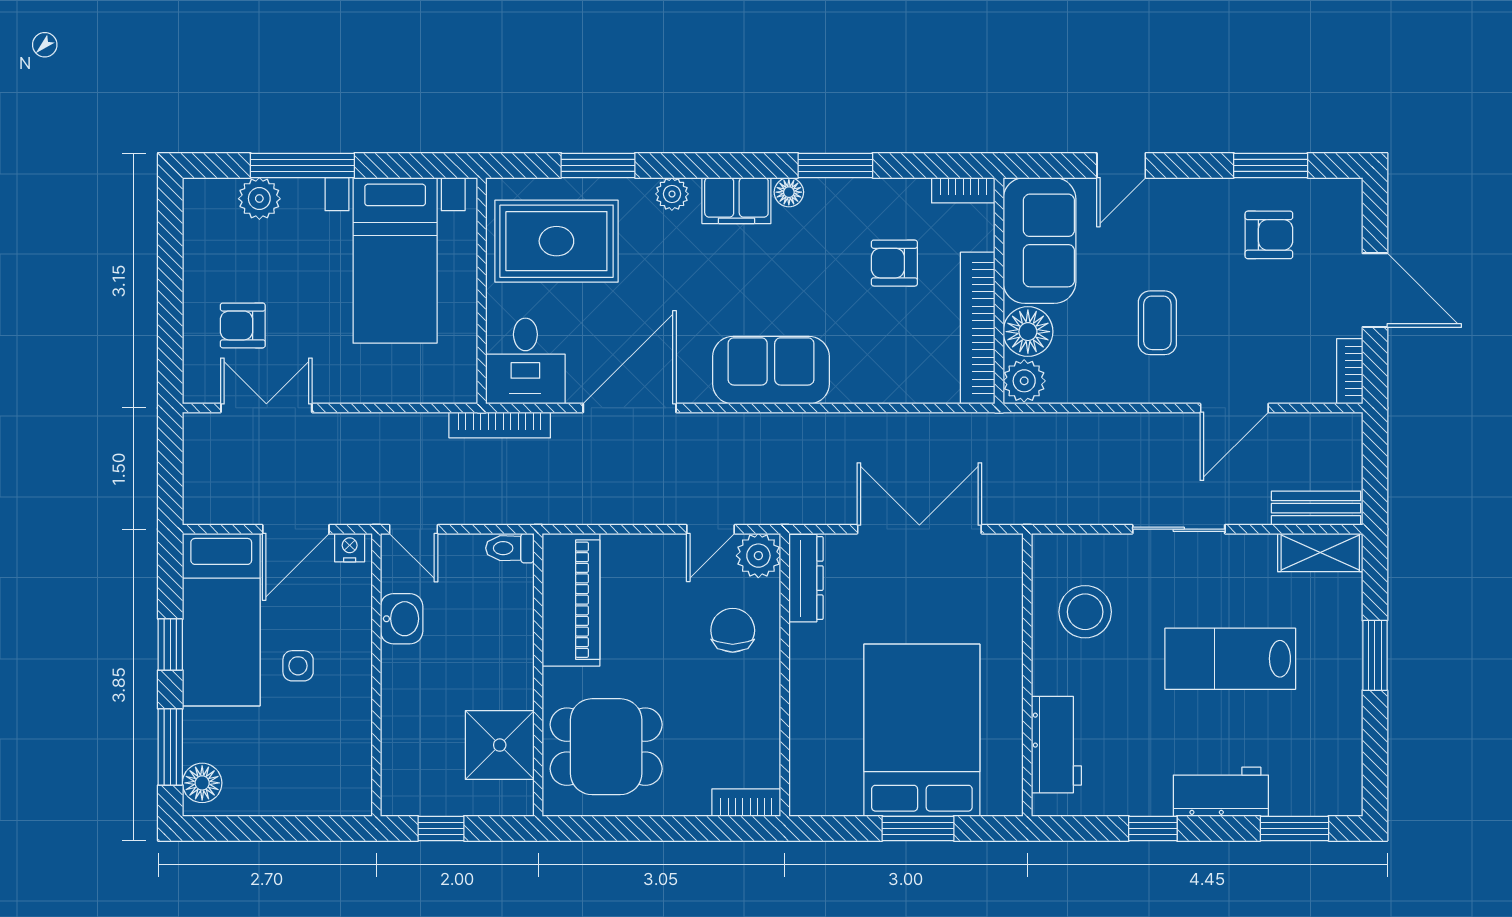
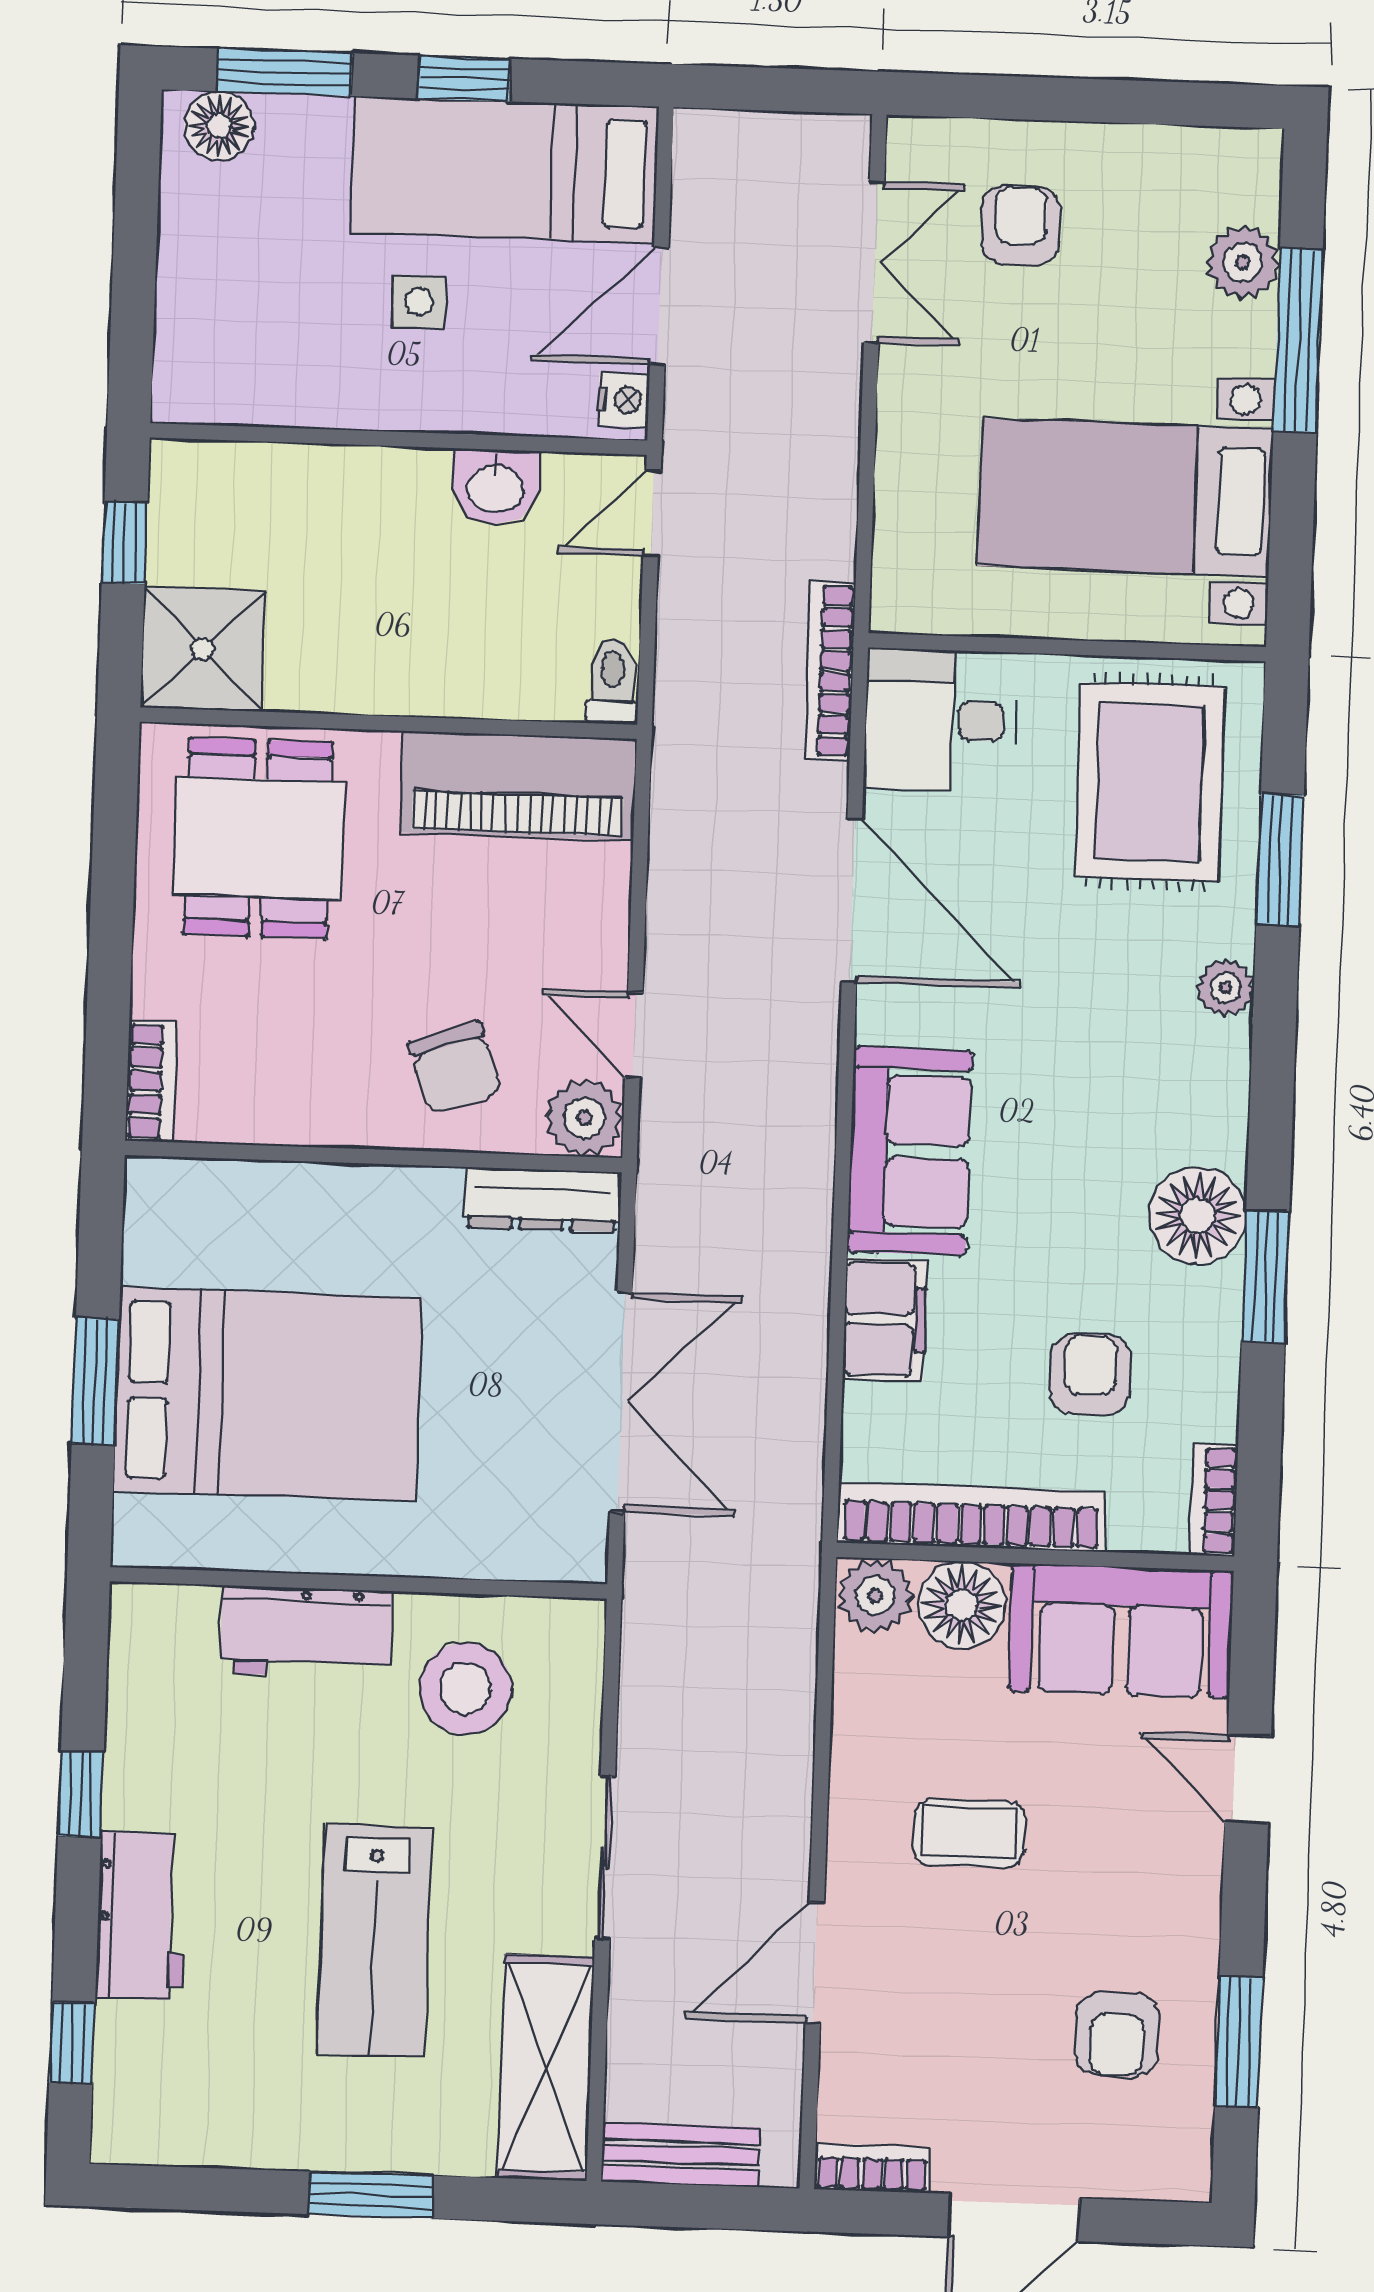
floor lamp: (789, 192) -> (1198, 1215), width x1.89, depth x1.89
filing cabinet: (736, 201) -> (885, 1319), moved, turned 180
door: (1234, 408) -> (815, 1963), hinge flipped
bench: (1316, 508) -> (680, 2154), moved, turned 90
door: (296, 529) -> (659, 306), hinge flipped
shelving: (1320, 552) -> (546, 2067), width x1.50, depth x1.33
chair: (733, 630) -> (455, 1068), turned 71
lab bench: (1230, 659) -> (374, 1941), turned 180
shower: (500, 745) -> (203, 649), moved
workbench: (1056, 745) -> (306, 1632), moved
window: (1294, 828) -> (72, 2043), width x0.67

